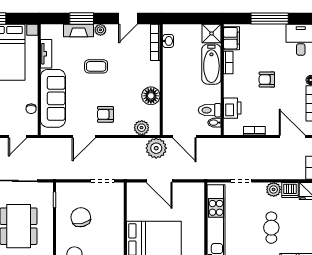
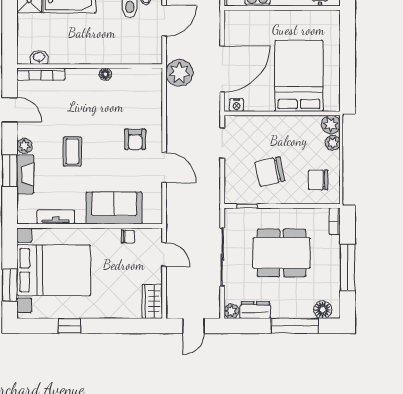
floor lamp: (151, 96) -> (105, 74), width x0.53, depth x0.53
sofa: (53, 98) -> (114, 208), width x0.73
plant: (142, 128) -> (153, 92), removed
door: (184, 136) -> (164, 21), moved
door: (159, 181) -> (222, 69), width x1.36
nightstand: (132, 192) -> (236, 105), added

